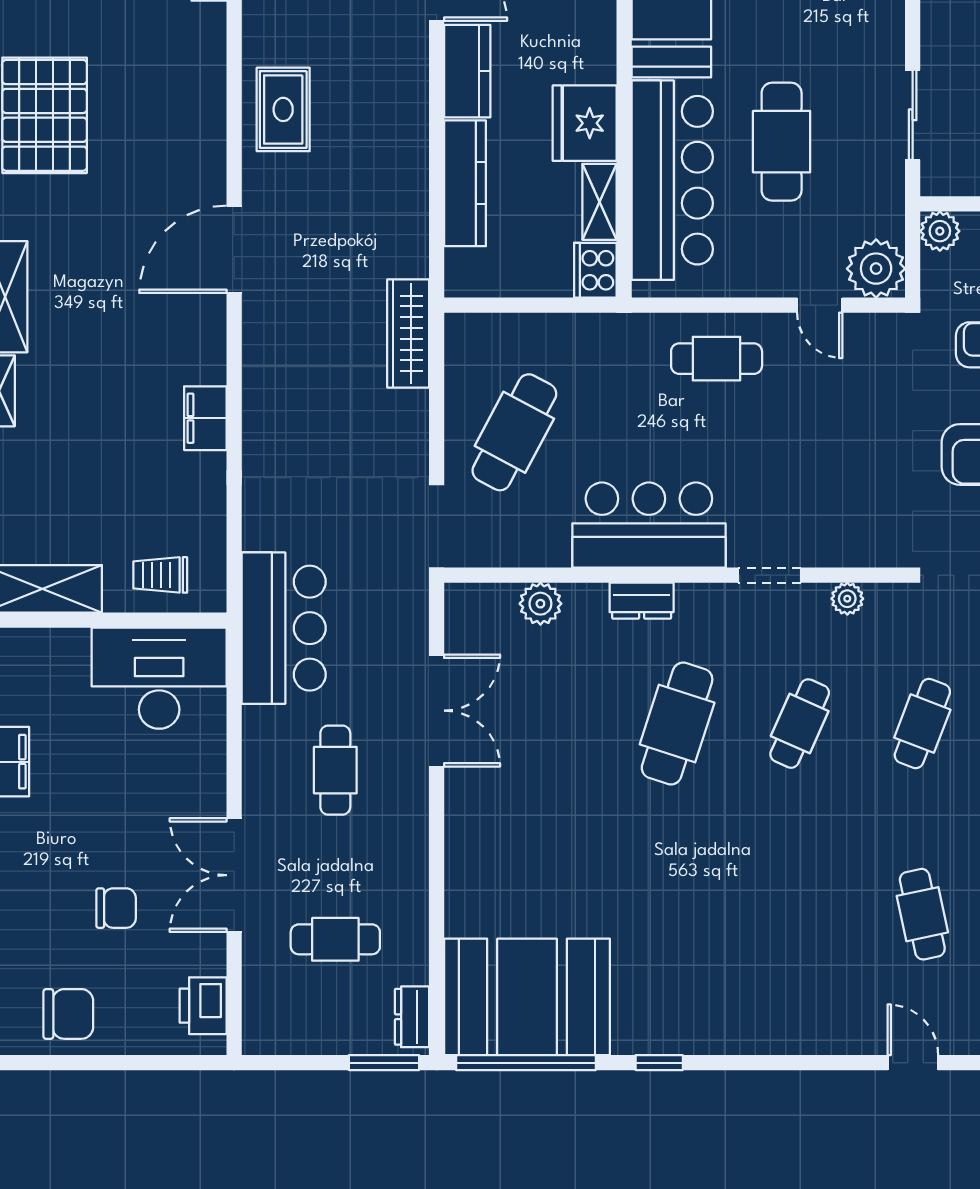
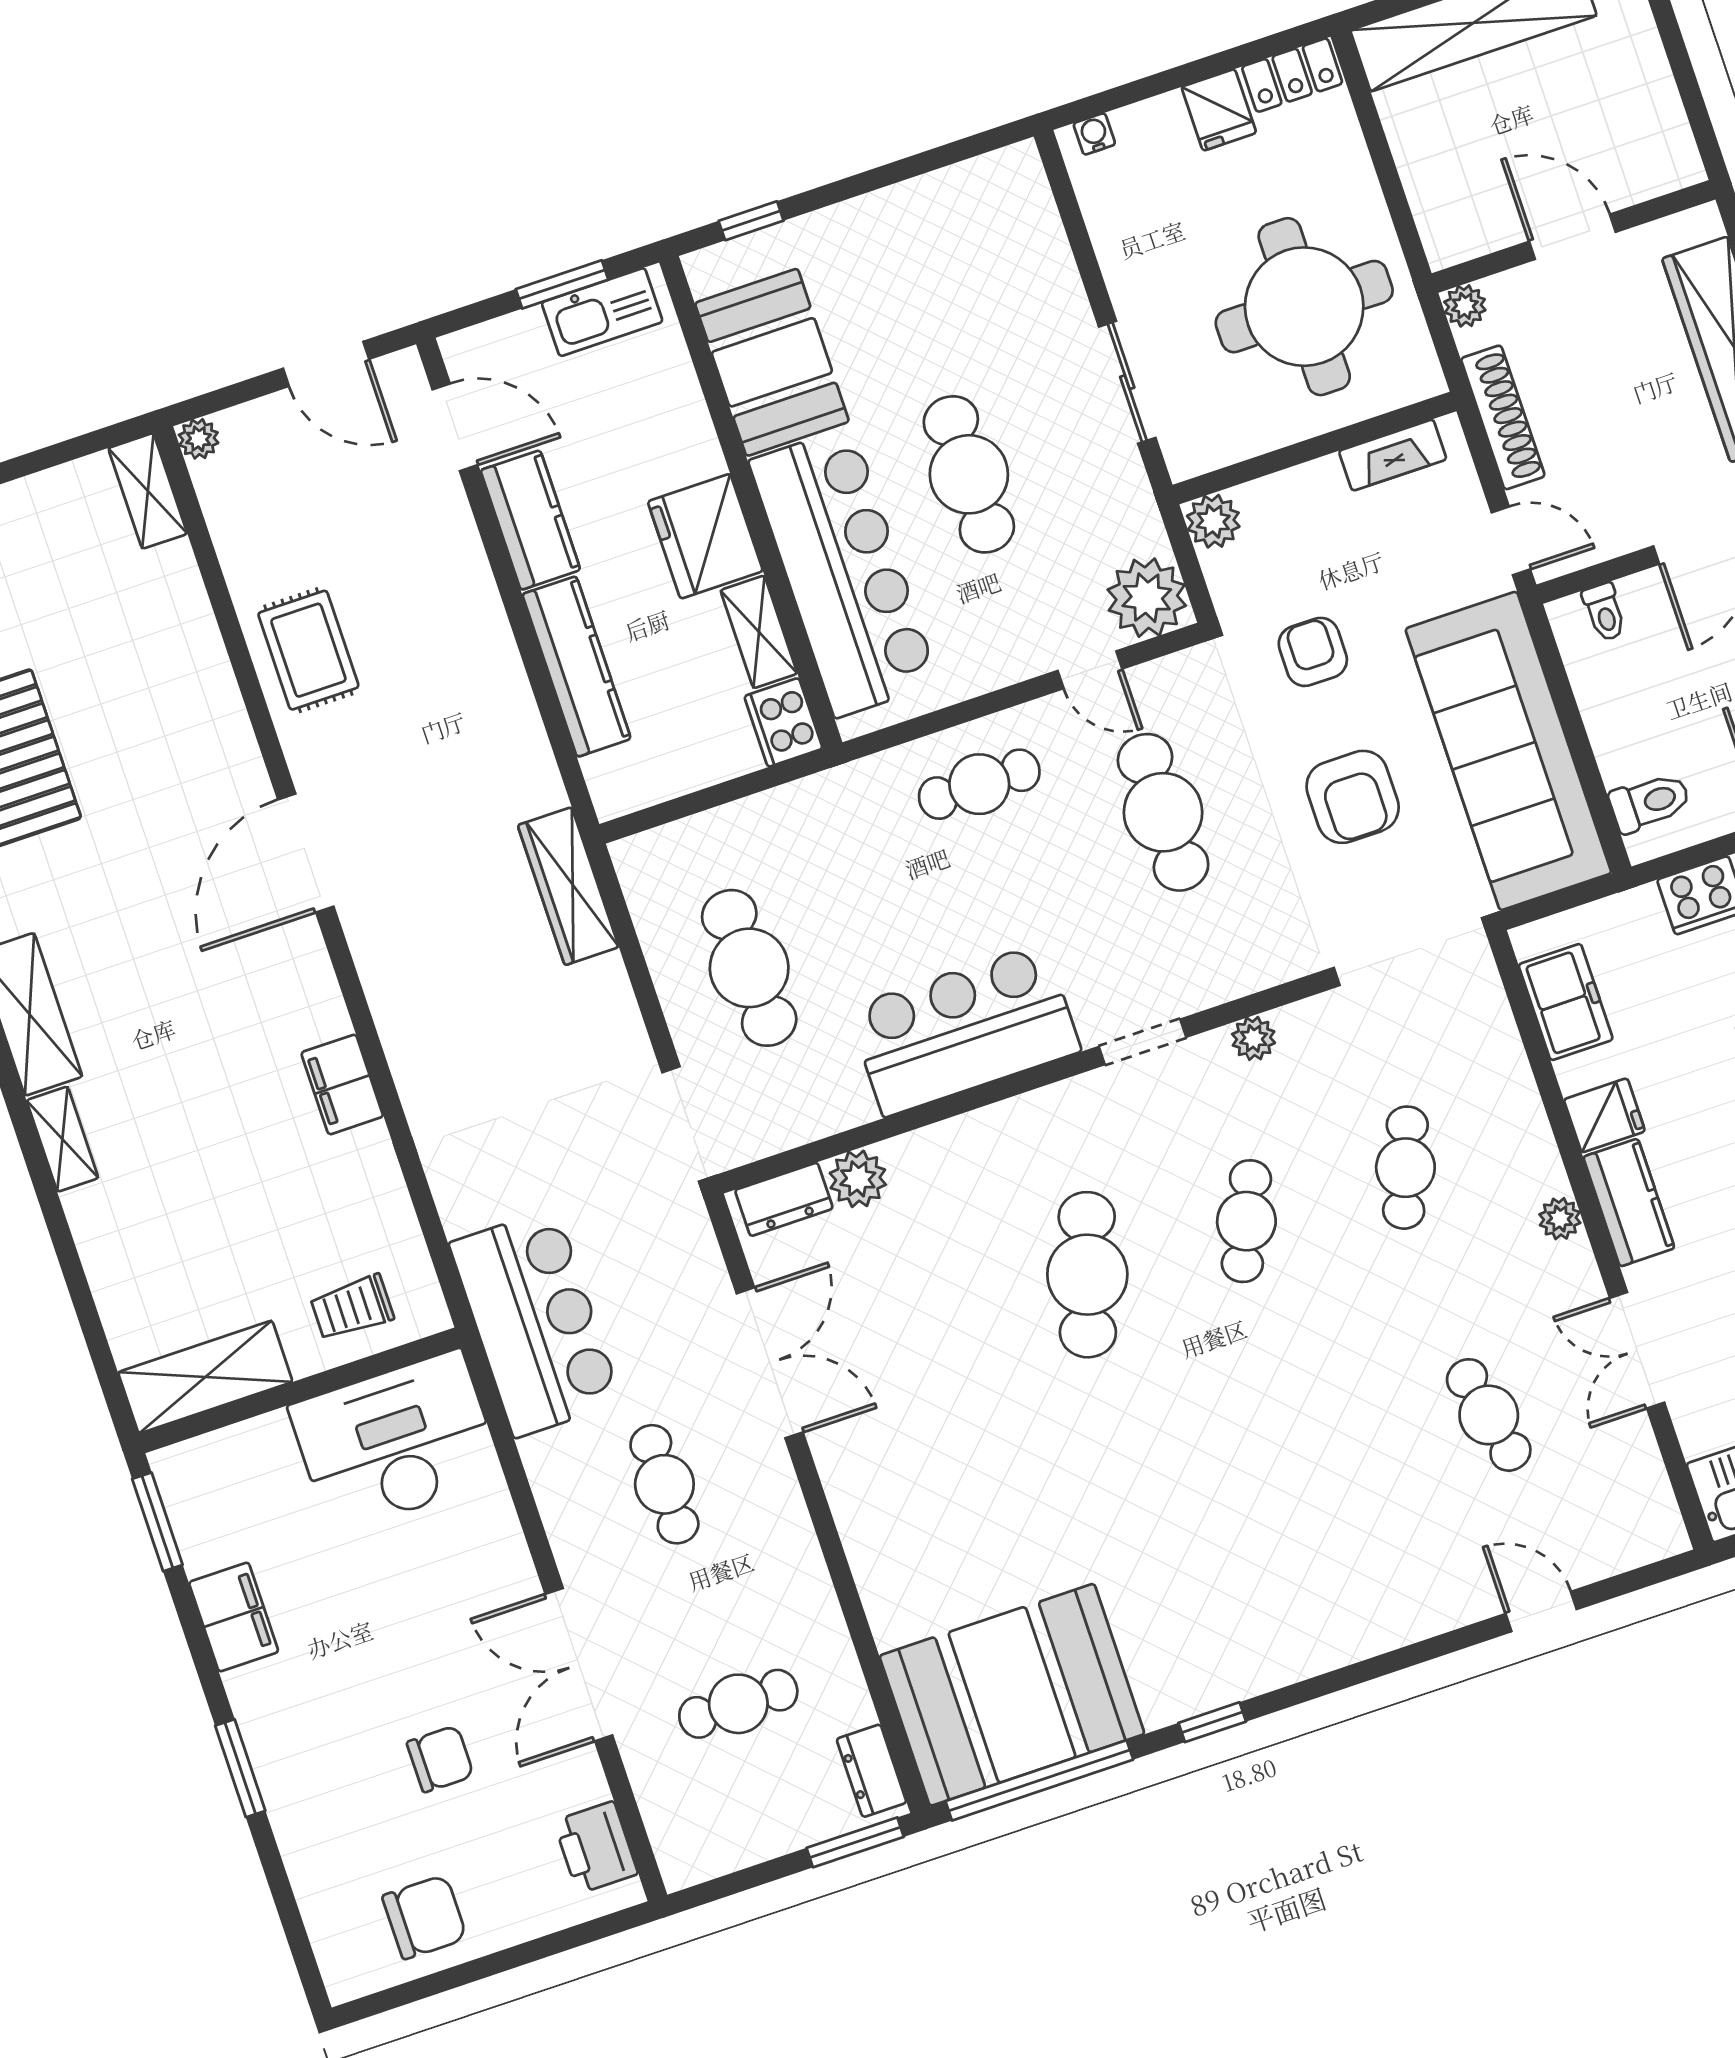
cafe table: (837, 421) -> (1163, 812), added
cafe table: (514, 432) -> (749, 968), turned -30
dresser: (642, 601) -> (784, 1199), moved

